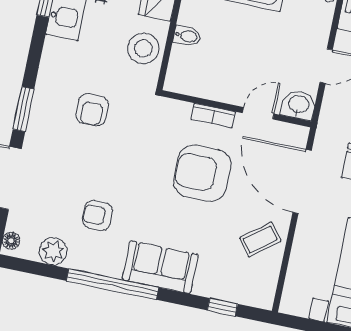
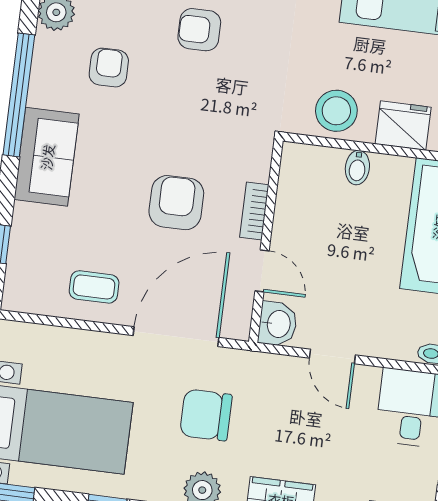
armchair: (92, 110) -> (199, 30), moved
armchair: (202, 173) -> (176, 203), width x0.73, depth x0.73
coffee table: (260, 240) -> (94, 287), turned -52

